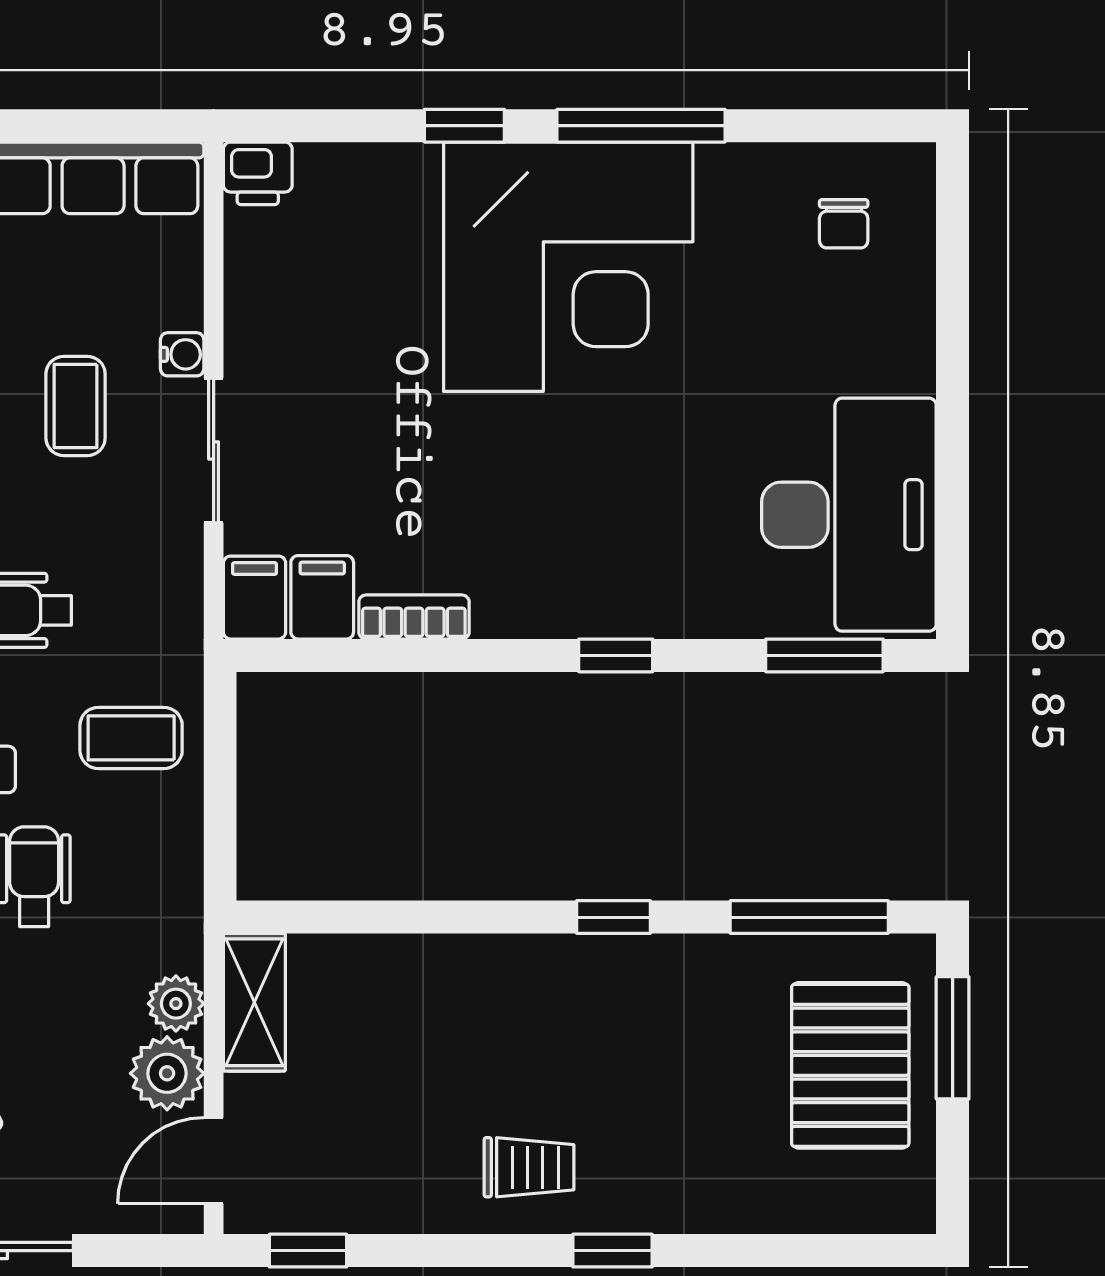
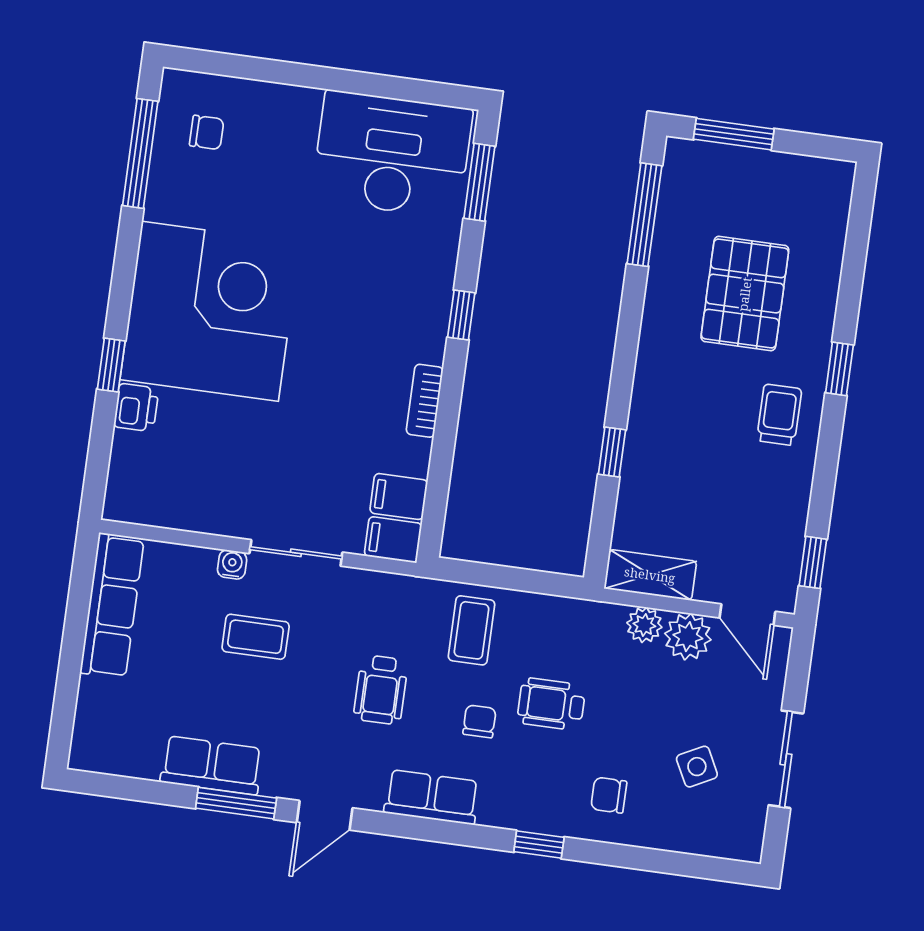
window: (641, 126) -> (140, 153), moved
printer: (258, 173) -> (136, 408), moved
bookcase: (414, 617) -> (425, 401), moved
window: (614, 917) -> (612, 452), moved
pallet: (850, 1065) -> (745, 294), moved, turned 90

